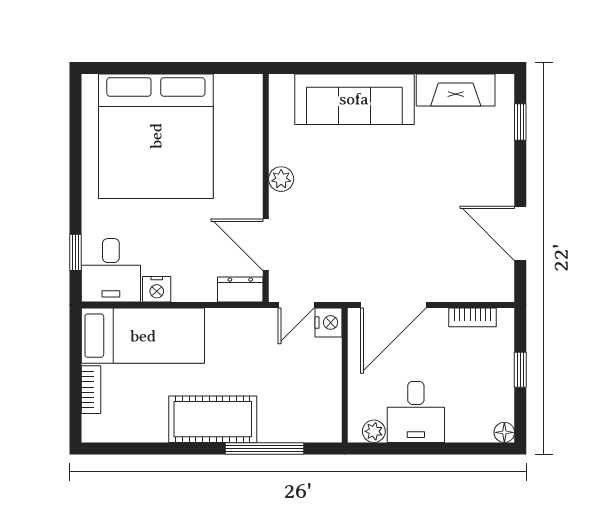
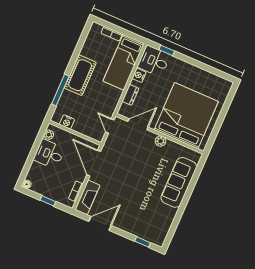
fireplace: (456, 90) -> (87, 198), moved, turned 180
bed: (156, 136) -> (186, 116), moved, turned 90
dresser: (240, 289) -> (130, 95), moved
nightstand: (328, 323) -> (67, 122), moved

